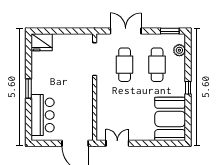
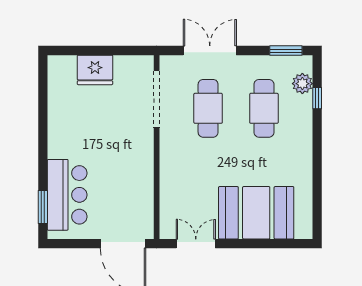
fridge: (42, 42) -> (95, 70), moved
window: (188, 88) -> (317, 98), moved
window: (28, 89) -> (43, 207), moved
booth: (170, 119) -> (256, 213), moved, turned 90

